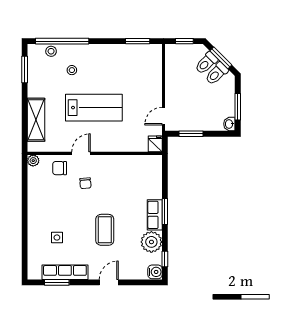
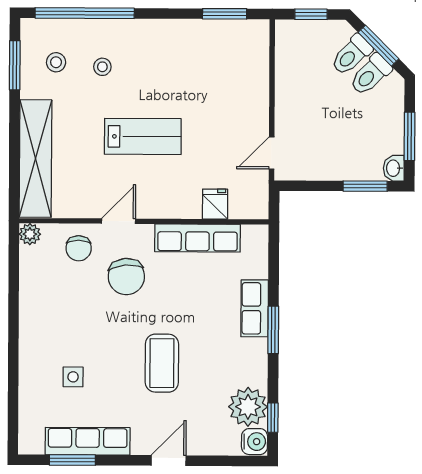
stool: (51, 51) -> (56, 62), moved
lab bench: (94, 108) -> (143, 136), width x0.73, depth x0.72
shelving: (36, 120) -> (36, 159), width x1.47
window: (191, 134) -> (365, 186), moved
fridge: (155, 144) -> (215, 204), moved
row of seats: (124, 162) -> (197, 238), added
chair: (60, 168) -> (79, 248), turned -90
chair: (85, 183) -> (126, 277), width x1.87, depth x1.87
row of seats: (155, 215) -> (255, 308), moved
plant: (151, 242) -> (248, 407), moved

